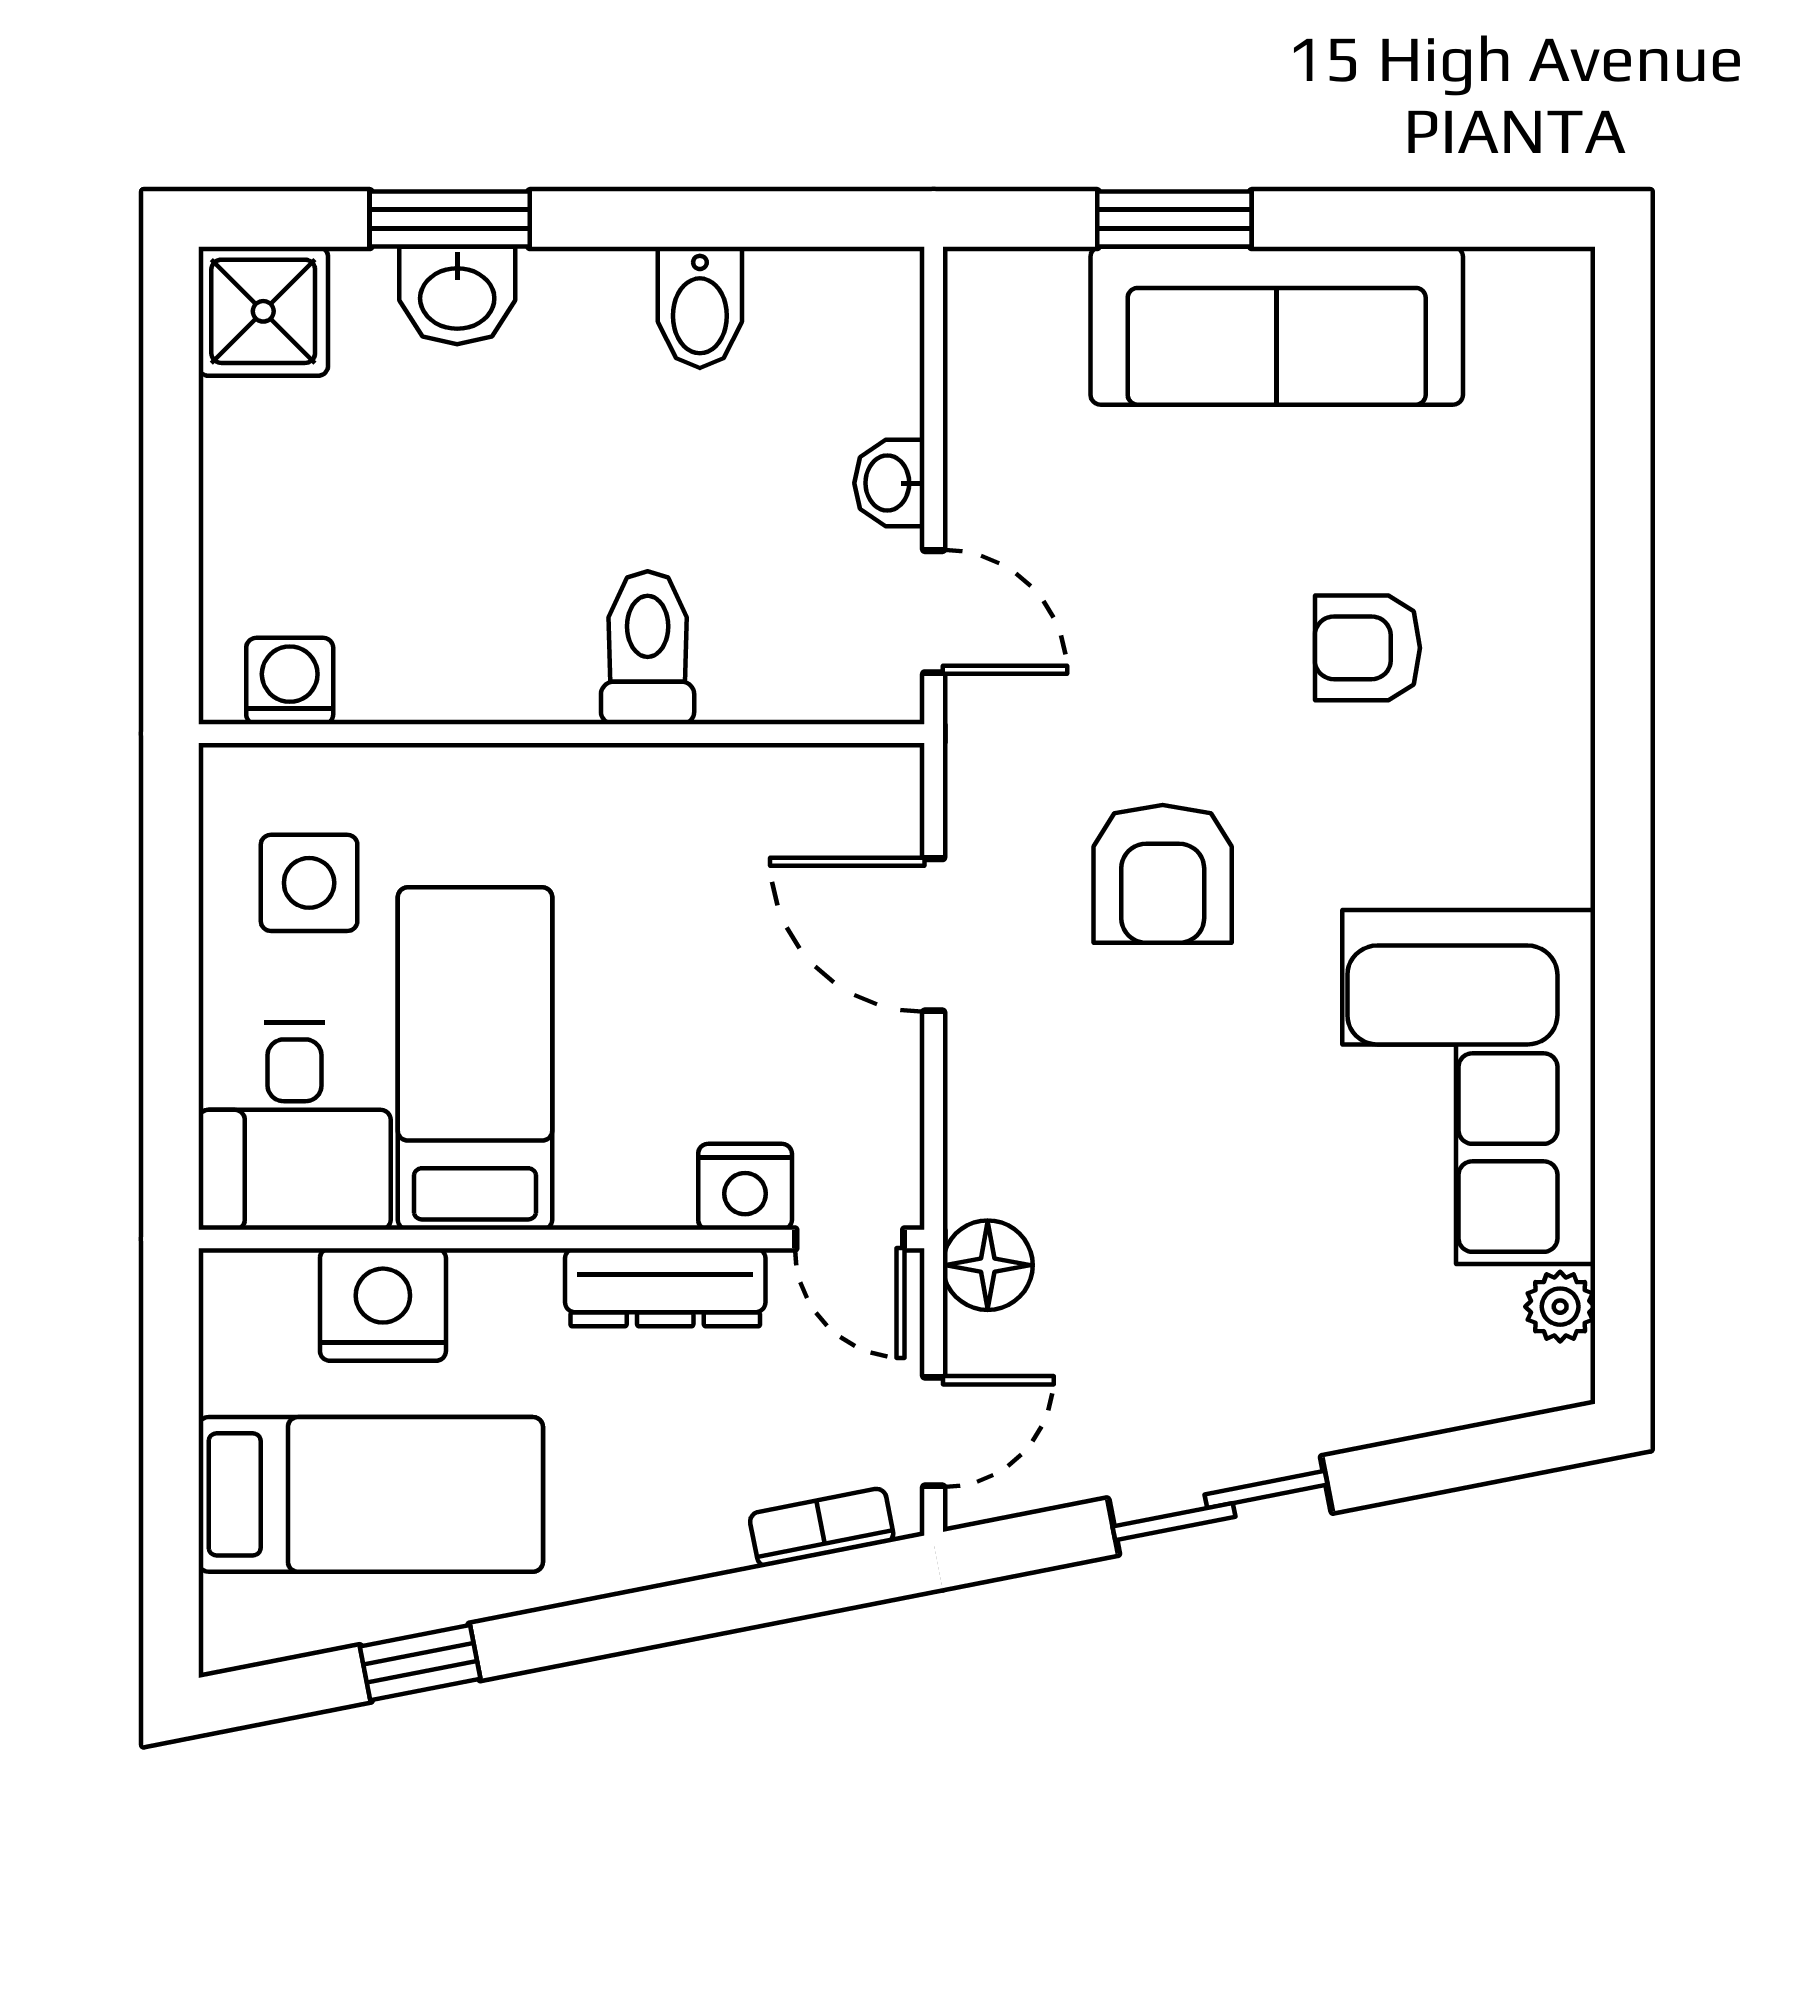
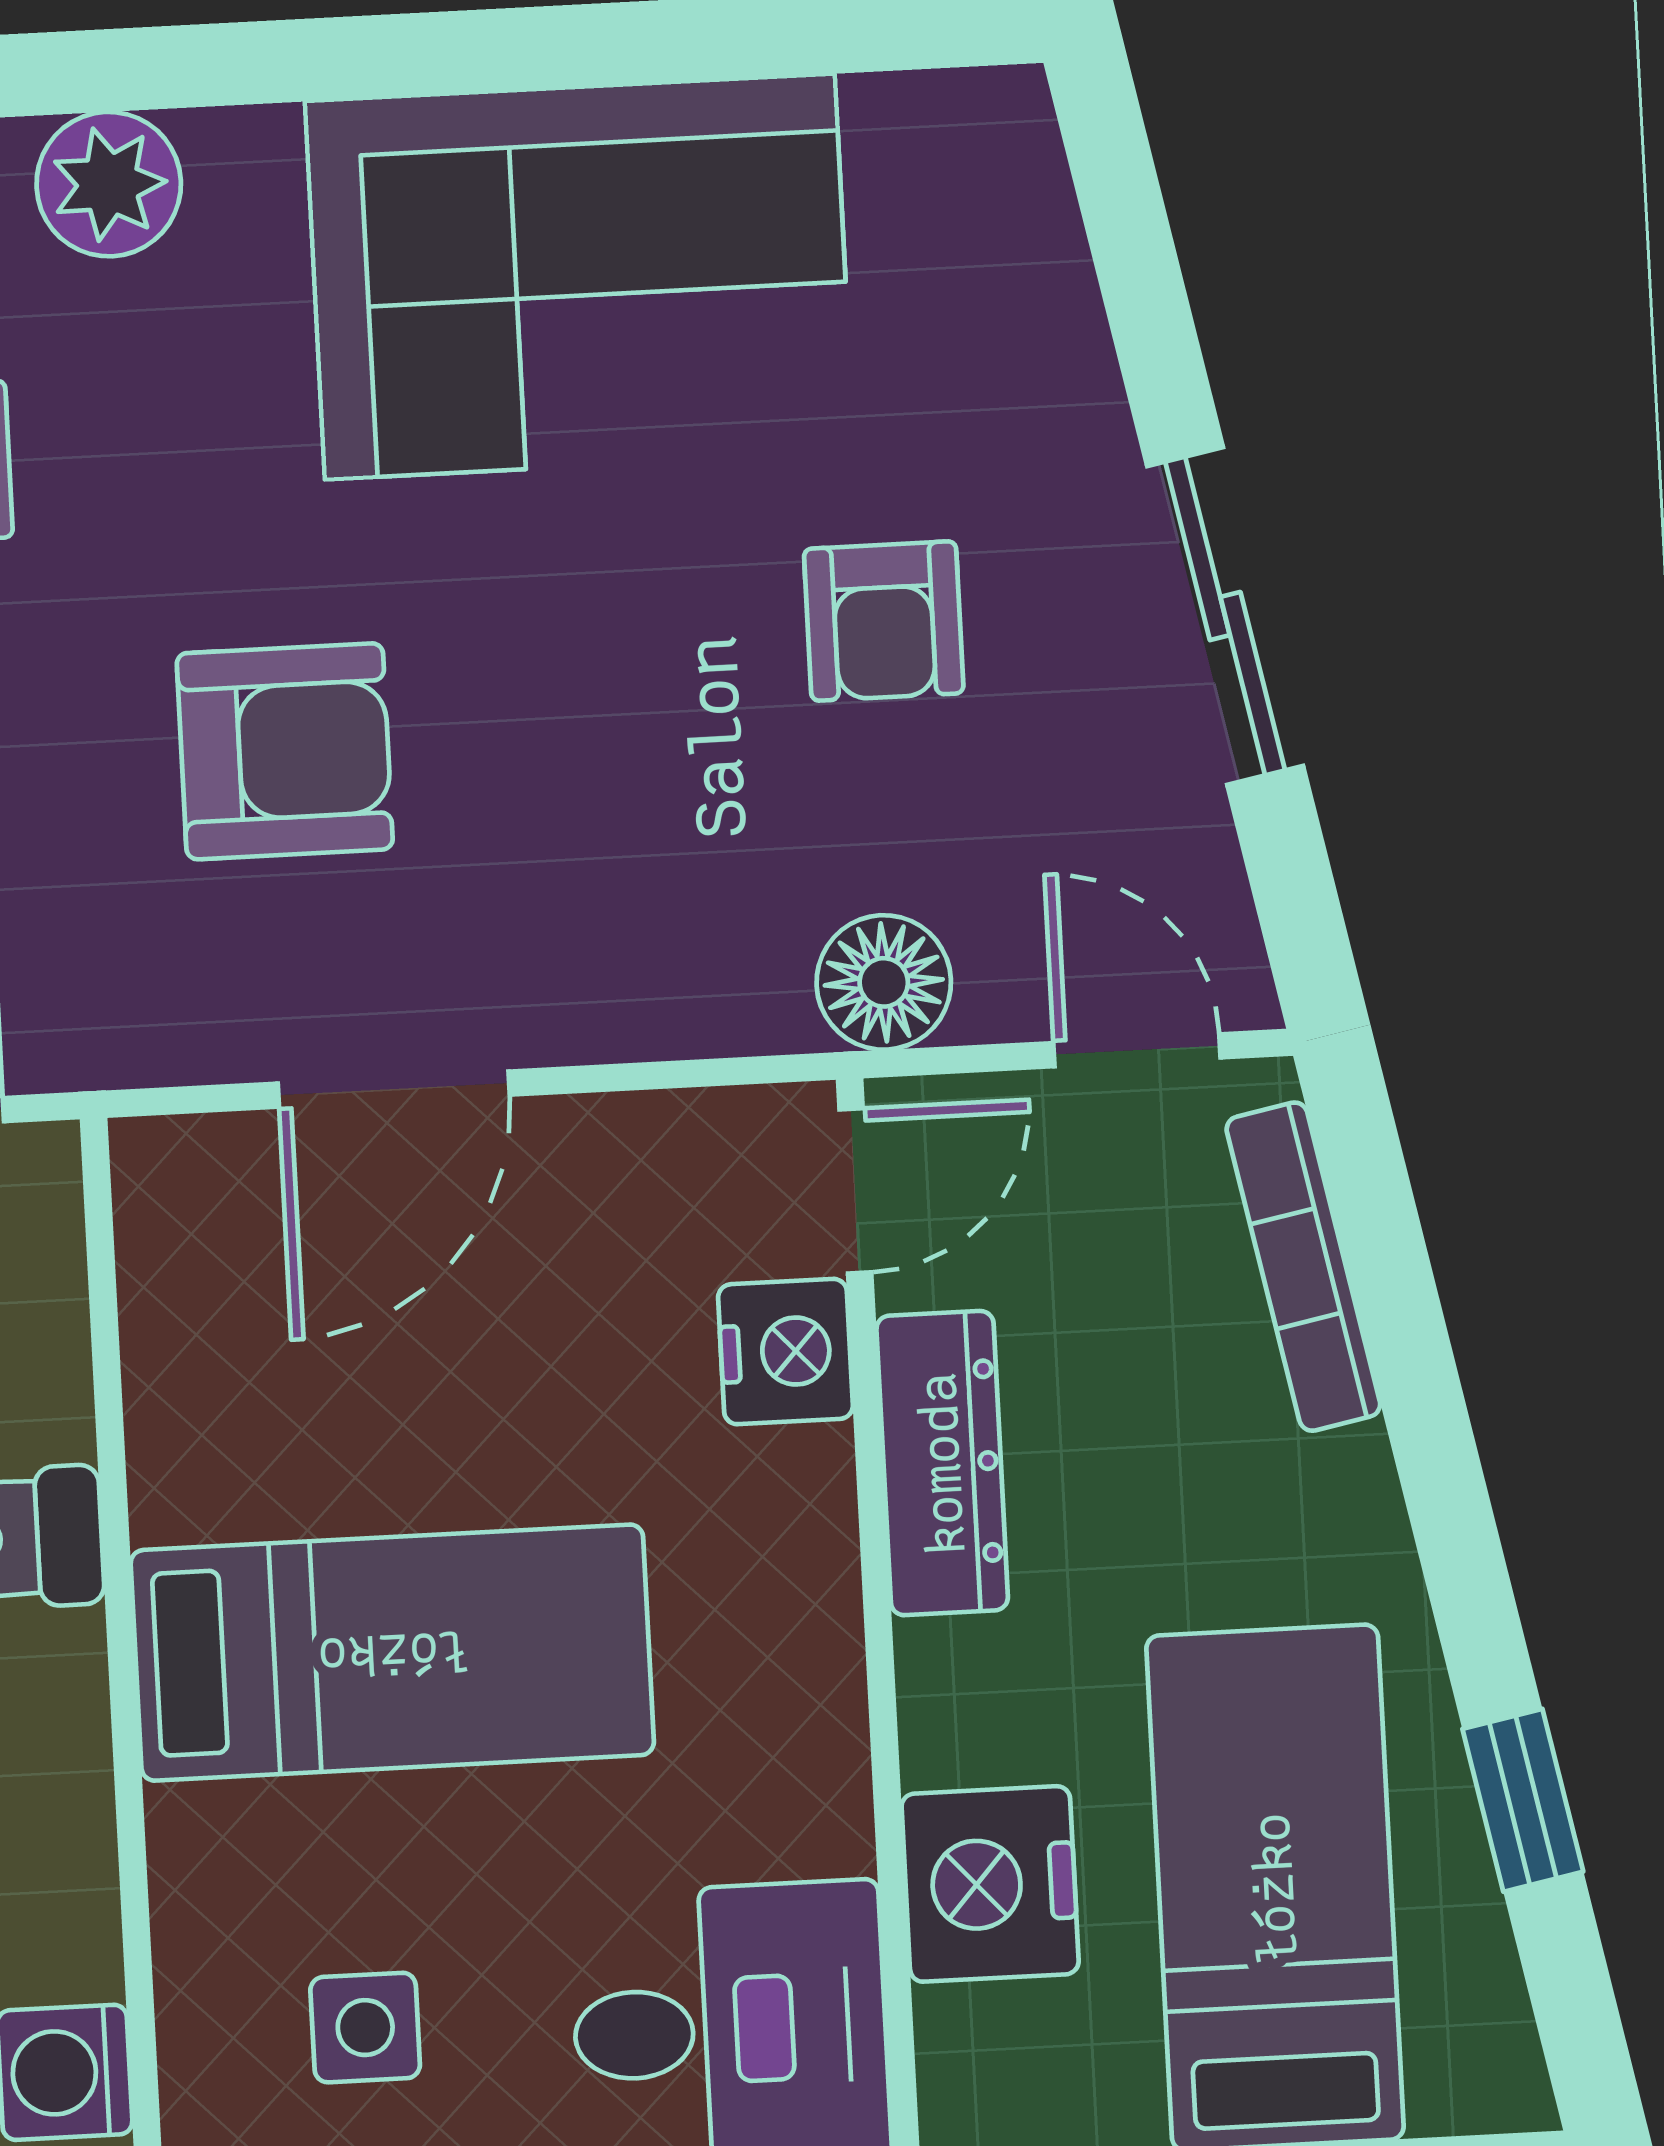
side table: (309, 883) -> (365, 2028), width x0.73, depth x0.73
bed: (475, 1059) -> (392, 1653), moved, turned 180
armchair: (1229, 1278) -> (884, 621), added
plant: (1560, 1307) -> (109, 184), moved, width x1.38, depth x1.38
bookcase: (822, 1528) -> (1303, 1267), width x1.56

